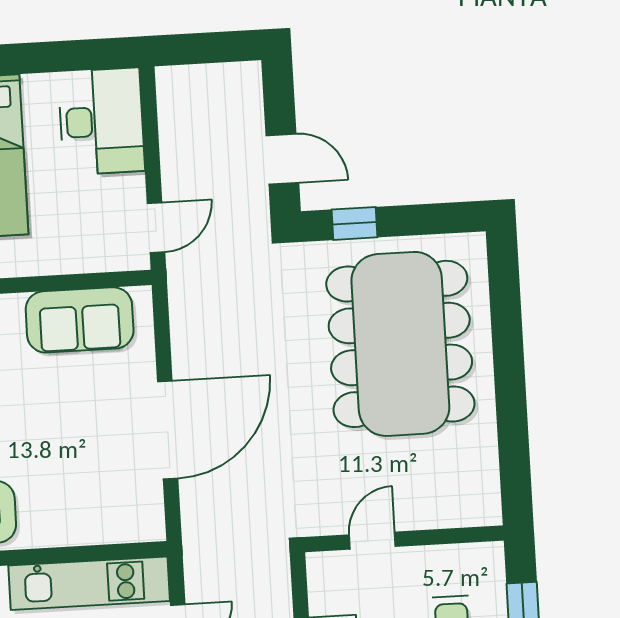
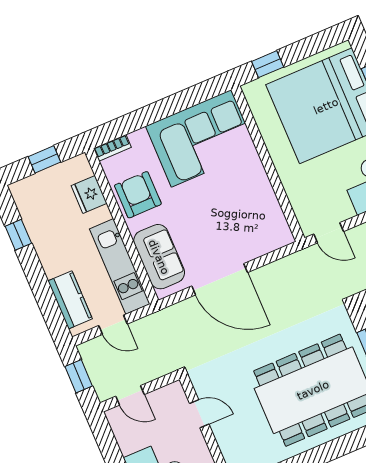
sofa: (80, 320) -> (159, 257), moved, turned 180

